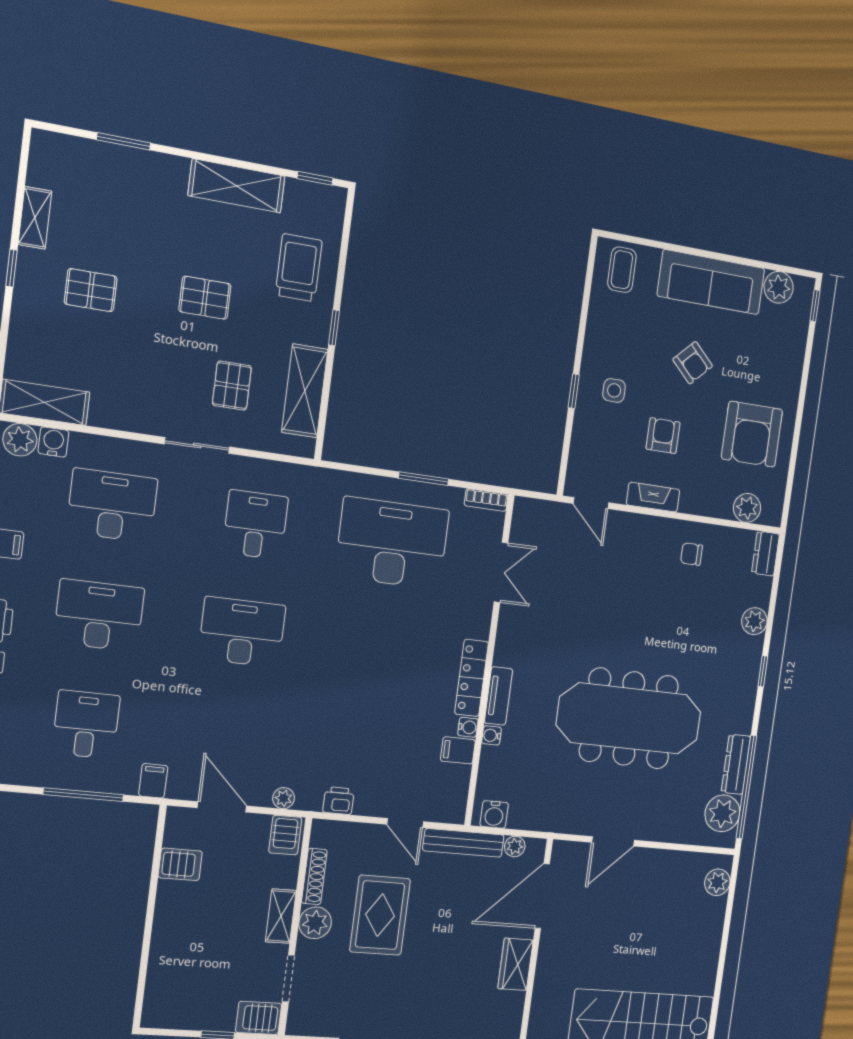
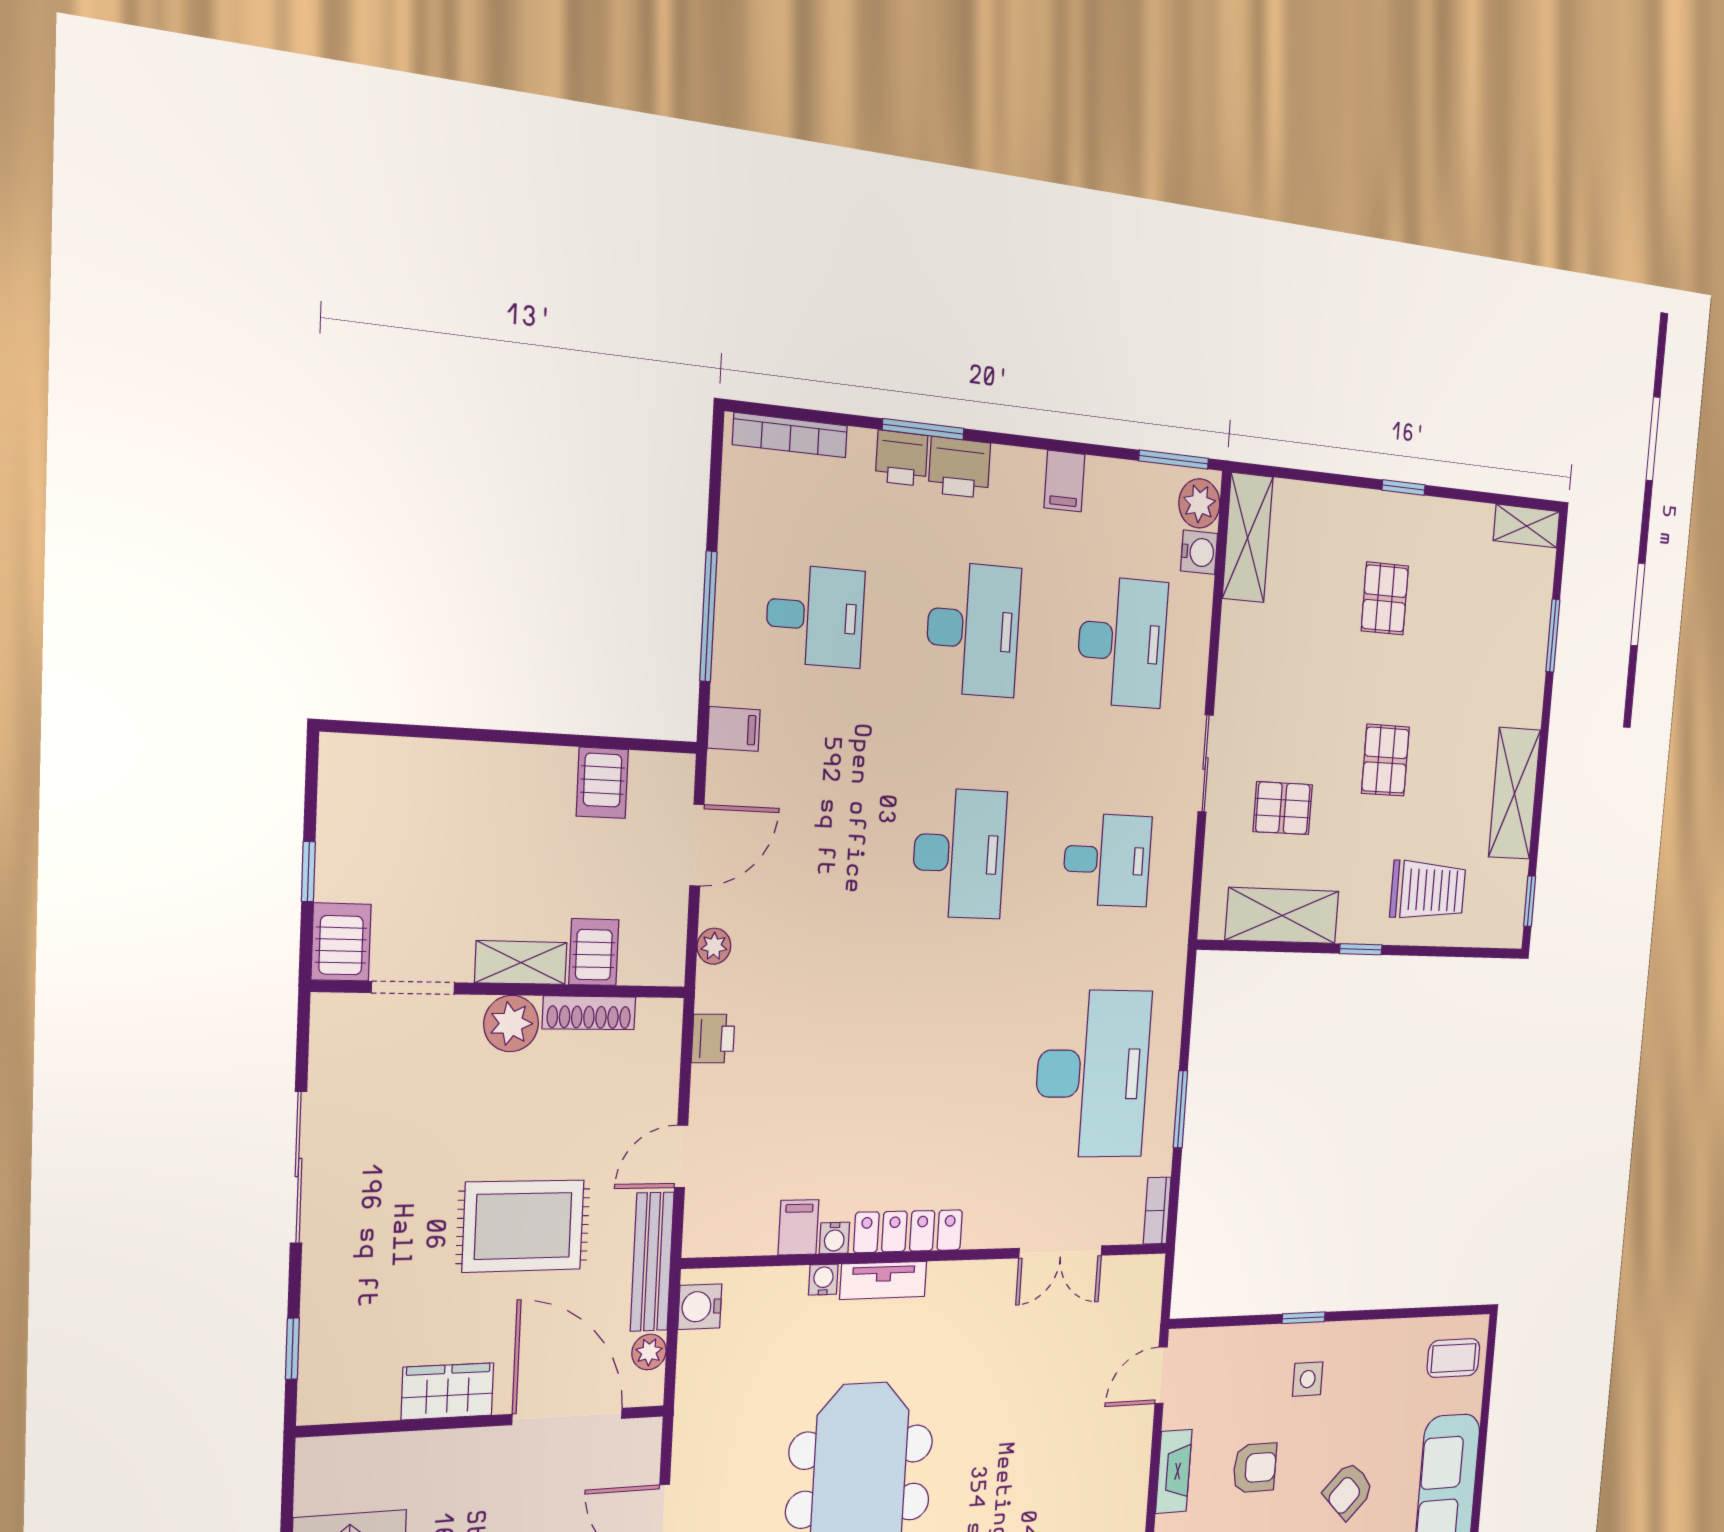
shelving: (35, 218) -> (1527, 526), moved
server rack: (285, 835) -> (594, 952), moved, turned 90
rug: (380, 915) -> (523, 1226), moved

